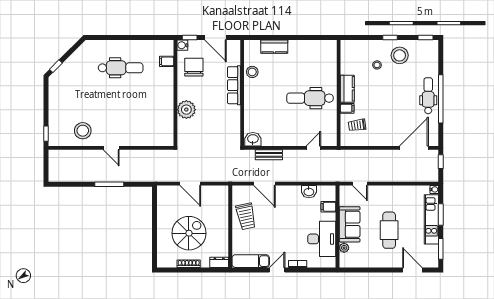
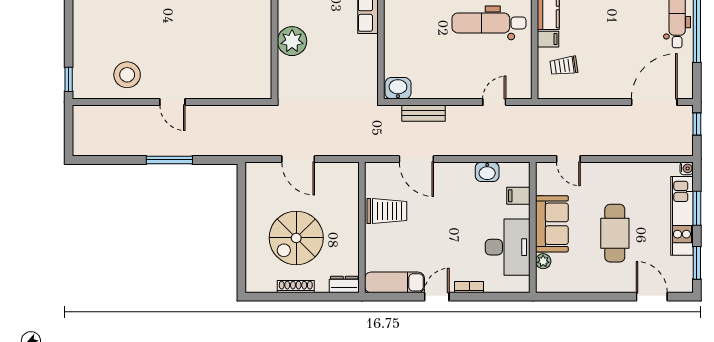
trolley: (246, 216) -> (387, 211), turned -78
spiral stairs: (189, 233) -> (296, 238), turned 180

